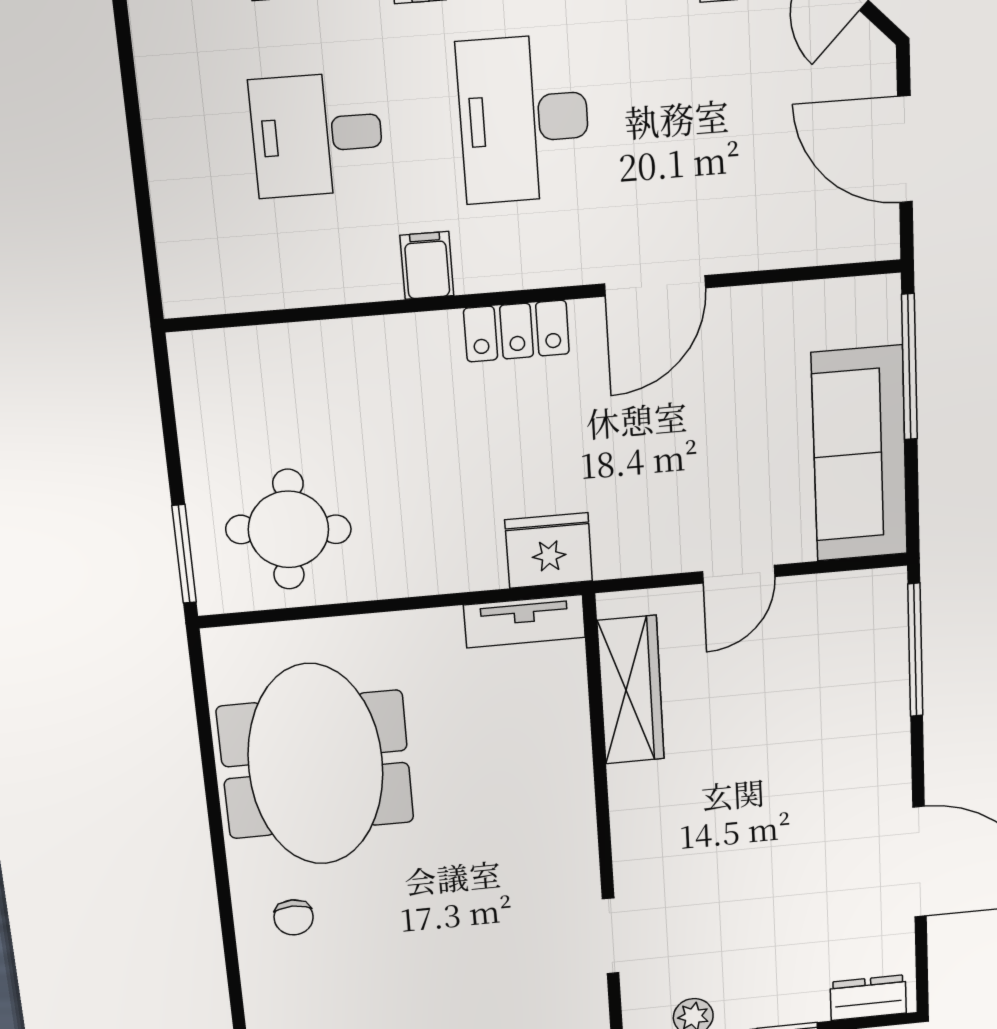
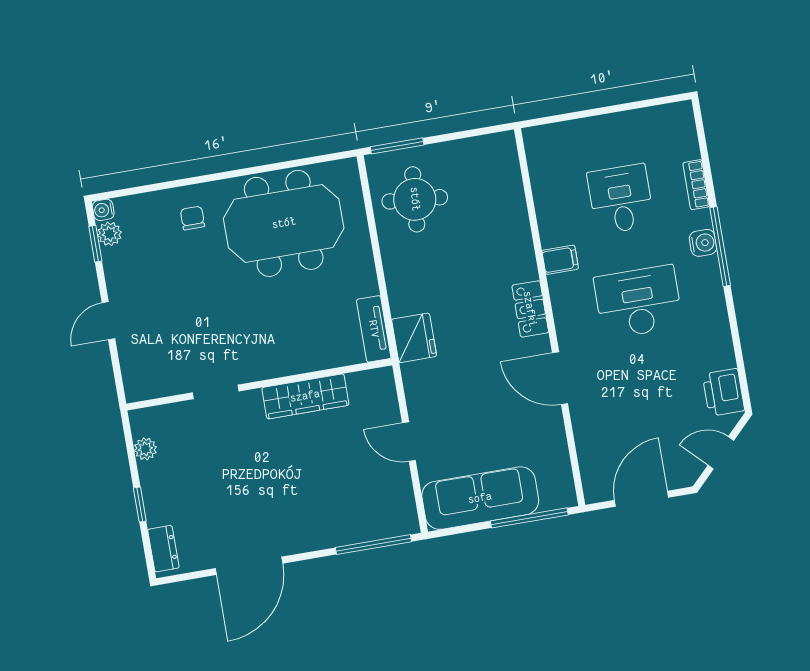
wardrobe: (631, 690) -> (305, 396), moved
chair: (294, 917) -> (192, 218), turned 90
doorway: (611, 936) -> (216, 392), moved

